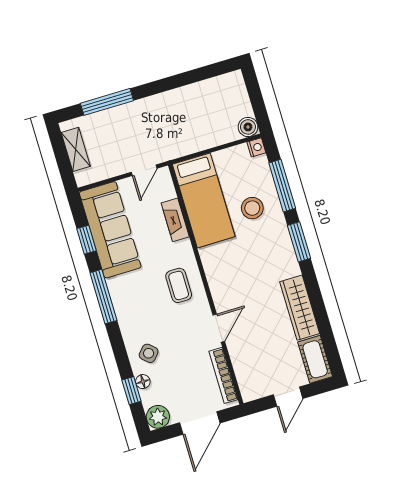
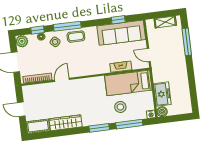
freezer: (214, 132) -> (162, 94), added
coffee table: (179, 285) -> (76, 37), moved
window: (103, 297) -> (67, 26), moved
door: (219, 328) -> (62, 80), swing flipped

